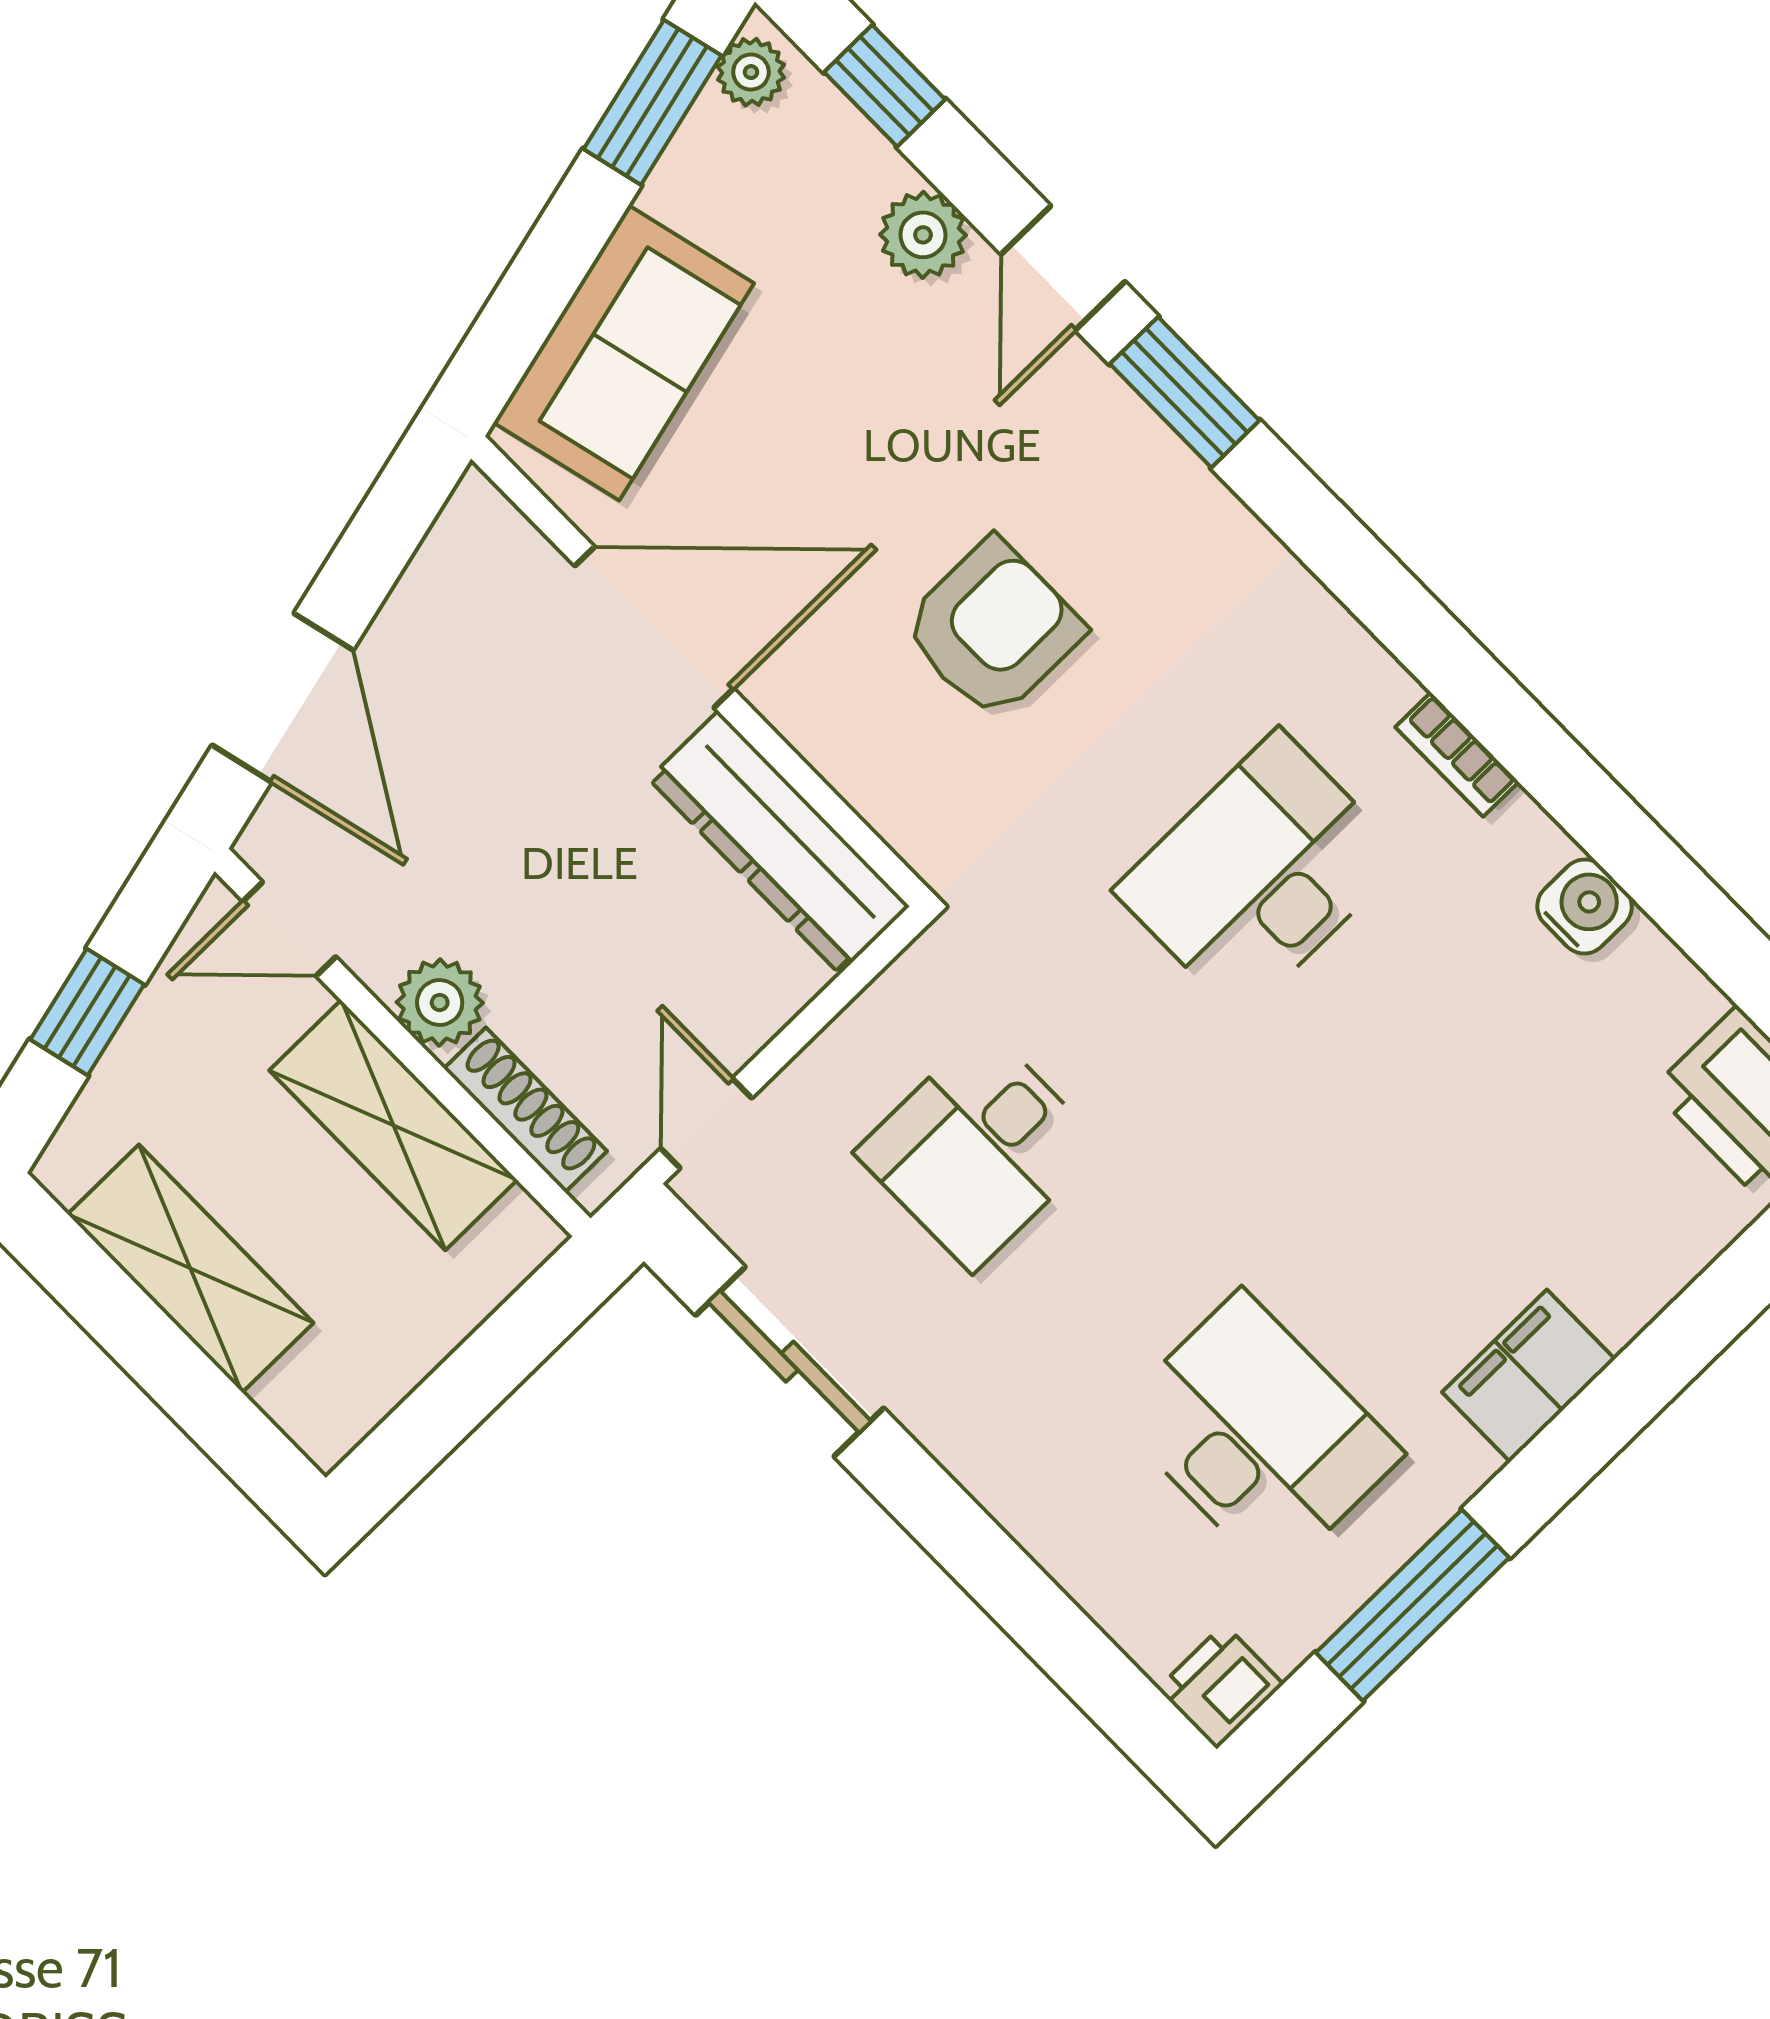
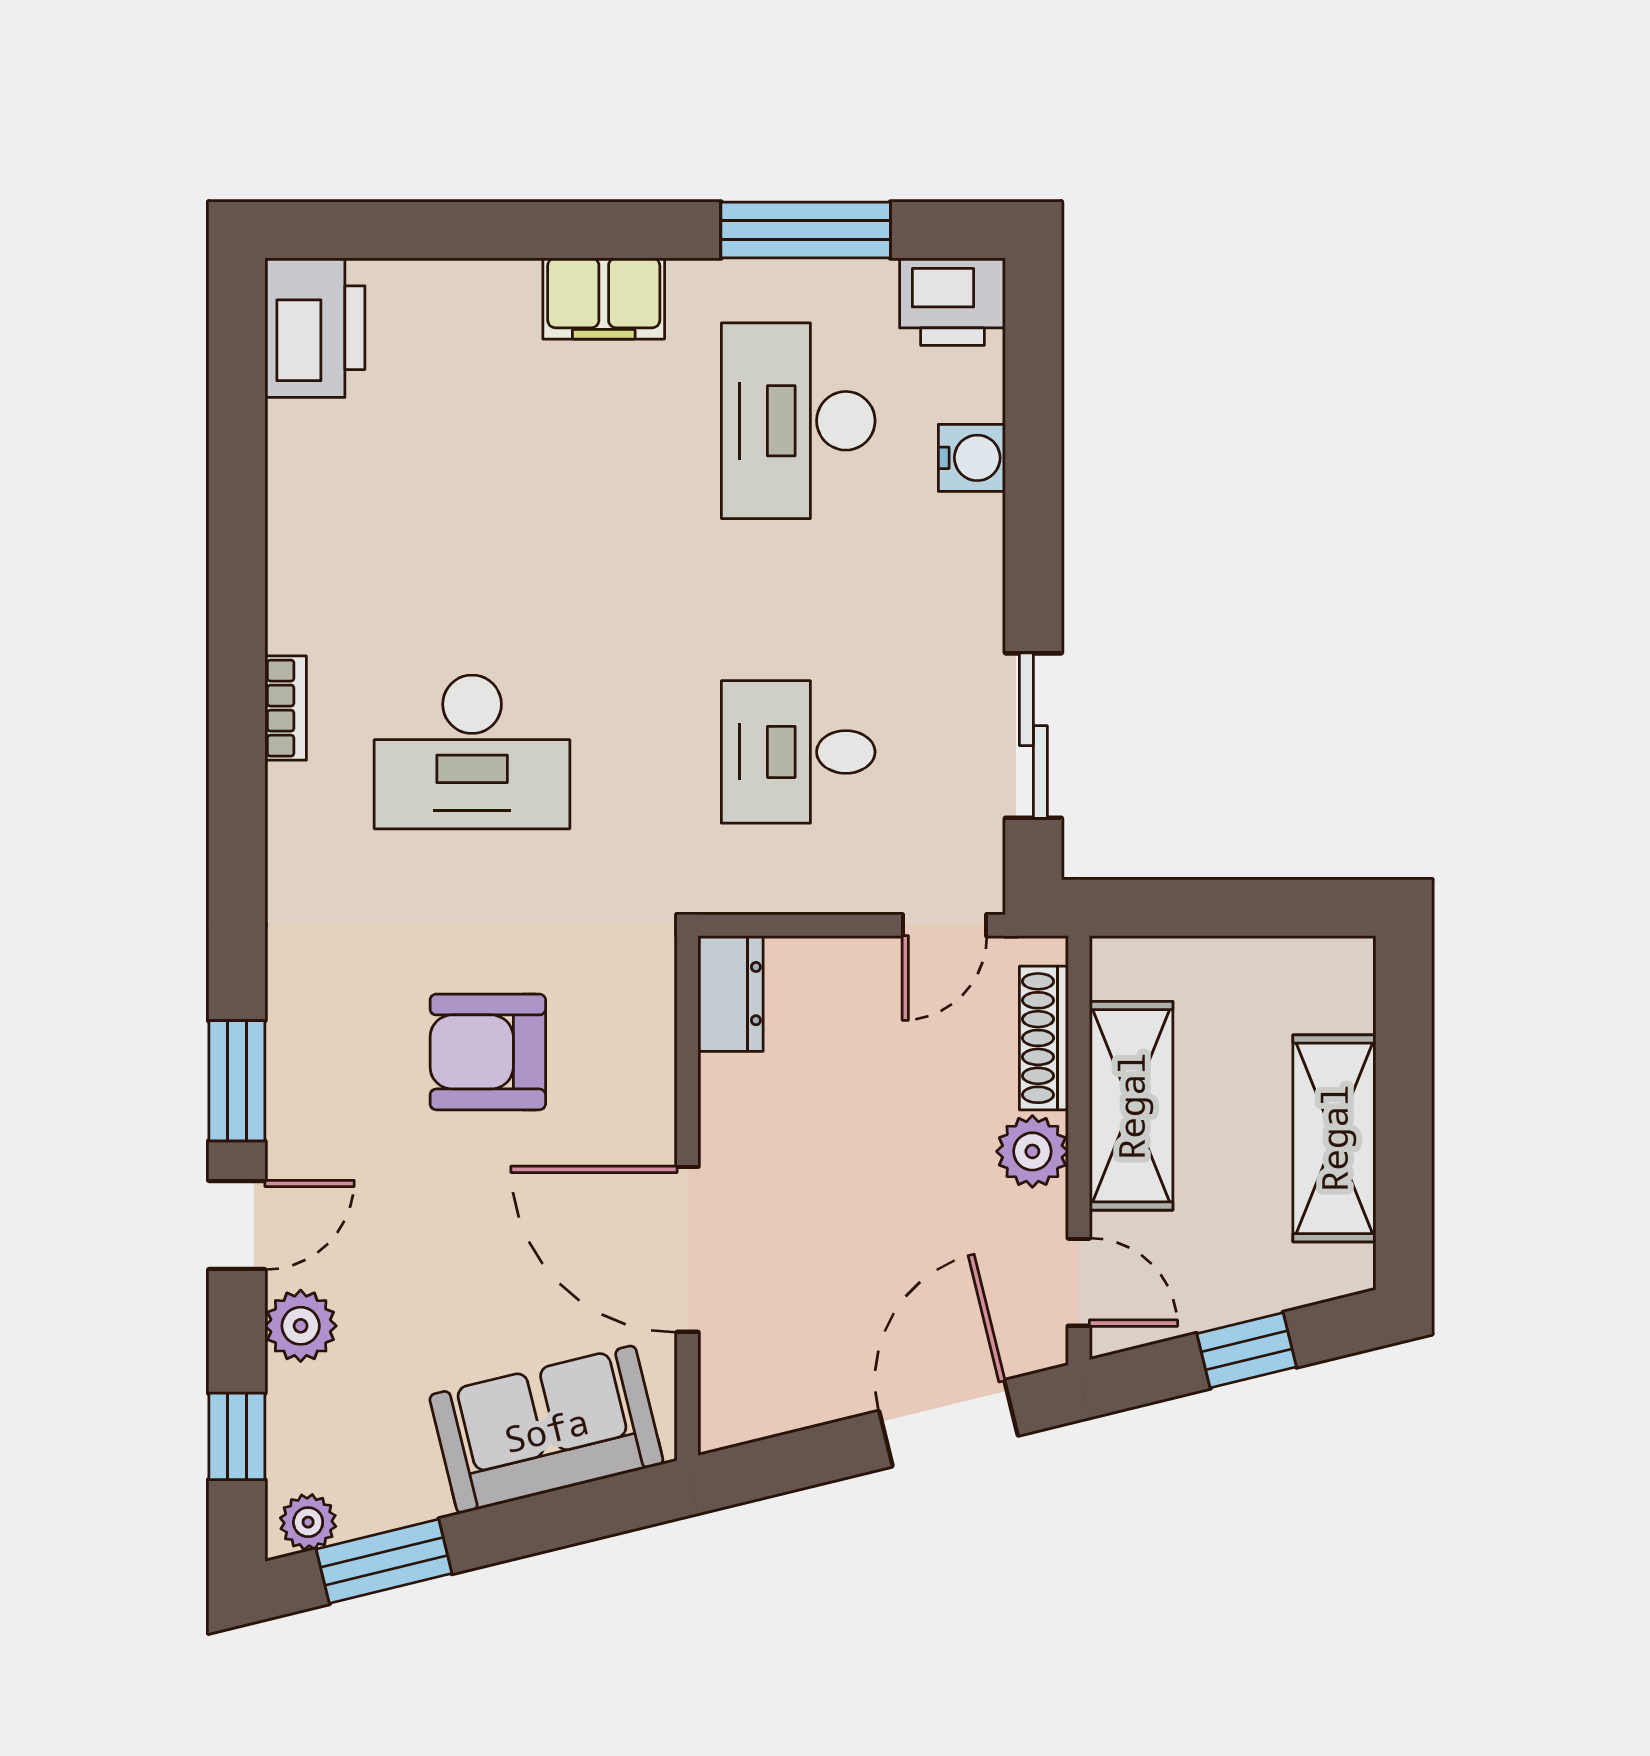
dresser: (779, 843) -> (731, 994), width x0.51, depth x0.80
water cooler: (1585, 906) -> (972, 458), moved, turned 180
desk: (979, 1149) -> (798, 752), turned 180
printer: (1220, 1686) -> (952, 302), width x1.36, depth x1.24

